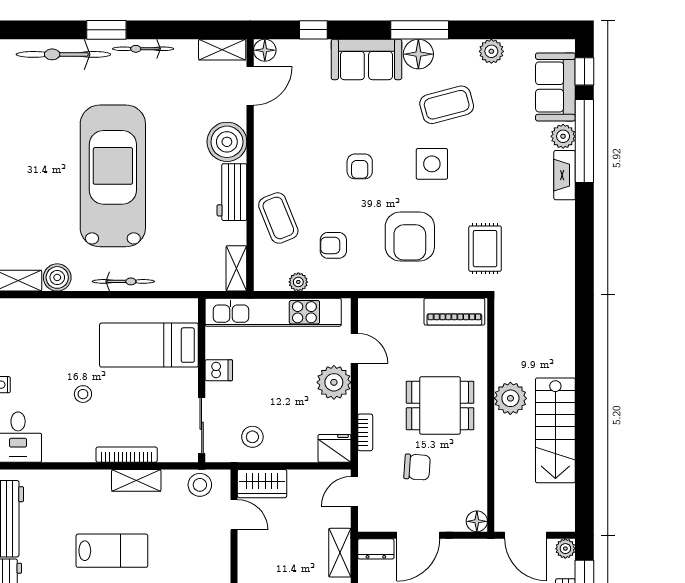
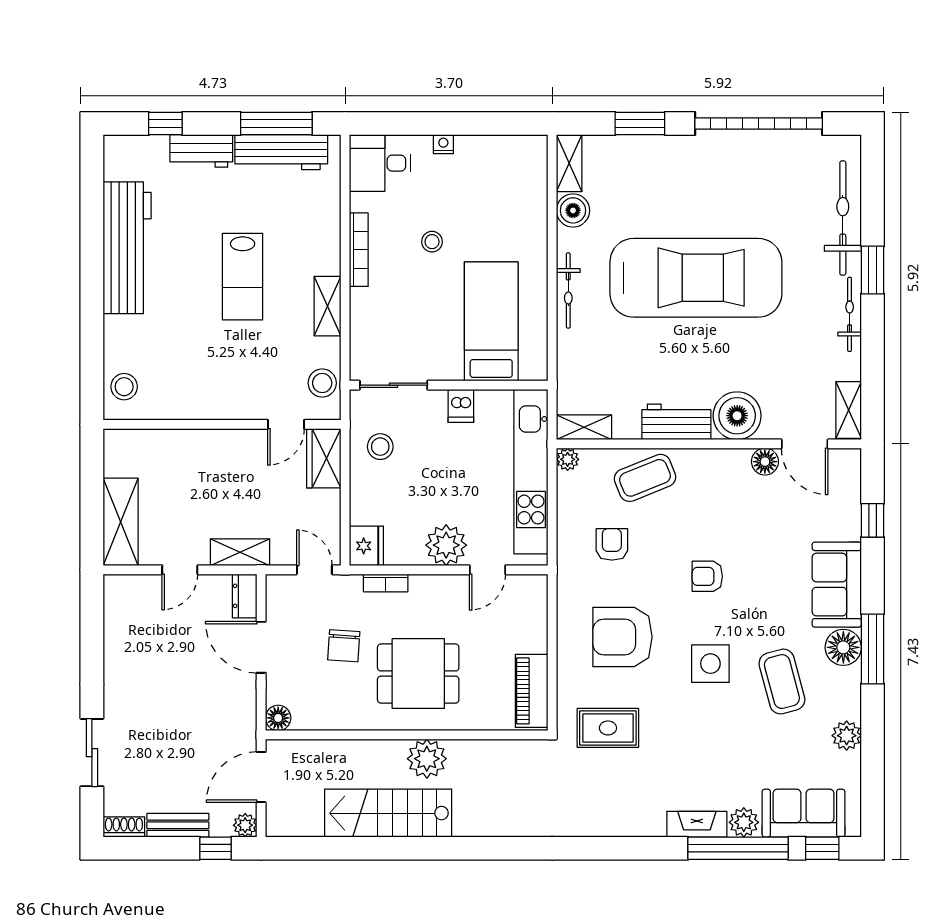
floor lamp: (265, 50) -> (765, 462), moved
plant: (298, 282) -> (568, 459), moved
dining table: (440, 405) -> (418, 674), turned 90
bookcase: (127, 455) -> (359, 250), moved

